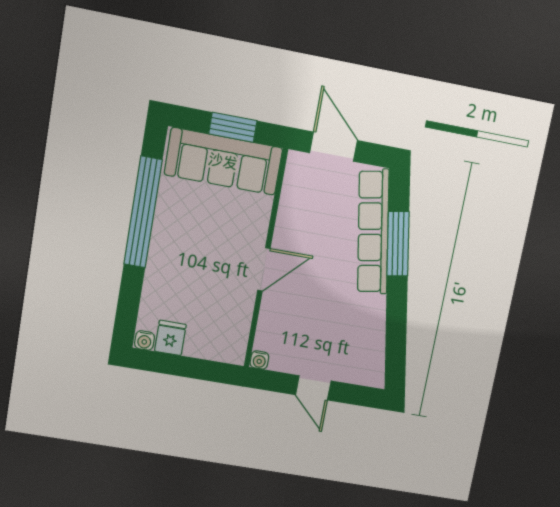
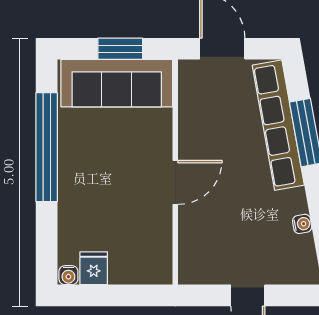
water cooler: (259, 360) -> (302, 224), moved, turned -100

